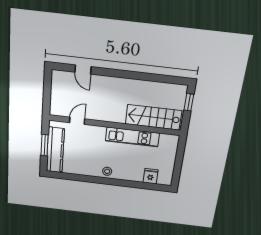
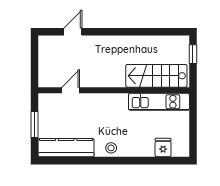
door: (83, 69) -> (73, 32), swing flipped
kitchen unit: (132, 137) -> (159, 102), moved
kitchen counter: (55, 150) -> (66, 148), moved, turned -90

